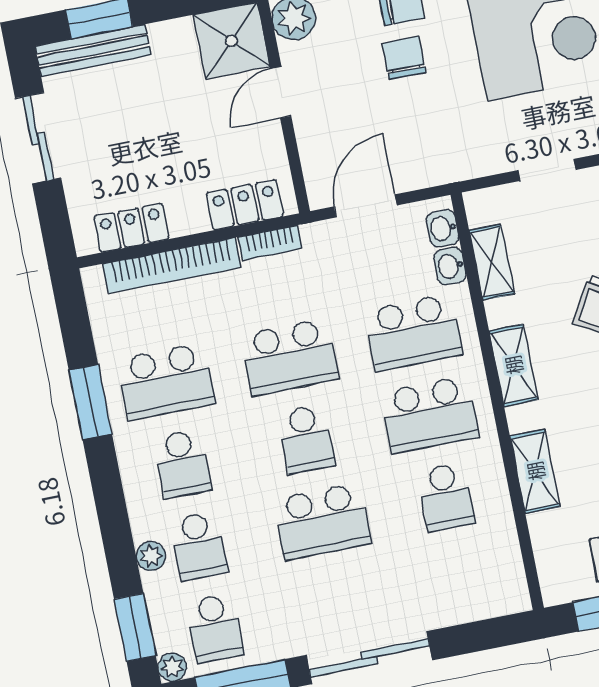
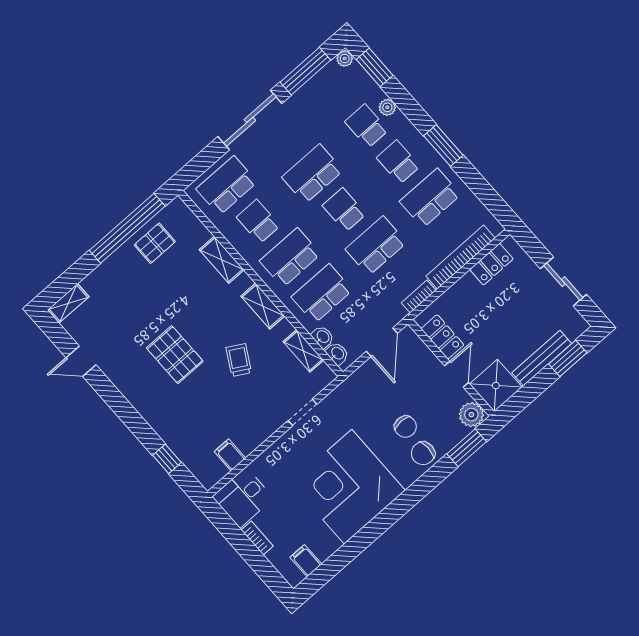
bench: (93, 51) -> (542, 358), moved
locker: (245, 205) -> (442, 337), moved, turned -90
window: (90, 402) -> (443, 145), moved
school desk: (215, 628) -> (227, 185), moved, width x1.85

